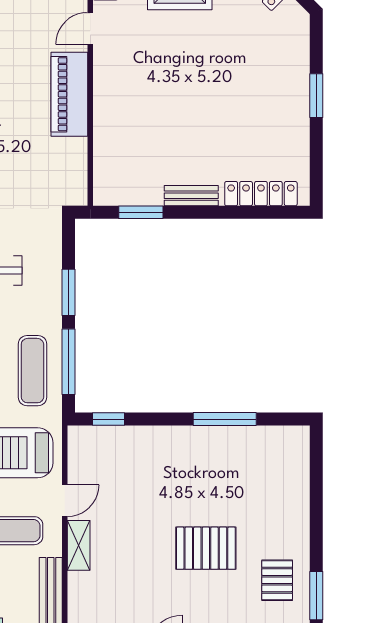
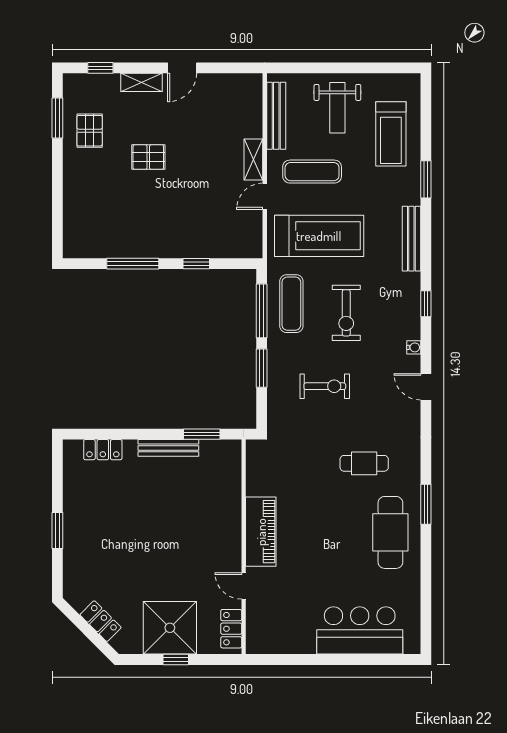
door: (90, 28) -> (244, 586), swing flipped
locker: (261, 194) -> (103, 450), width x0.66
bench: (191, 196) -> (168, 448), width x1.36
window: (109, 419) -> (196, 264), moved
pallet: (206, 548) -> (148, 157), width x0.67, depth x0.71

